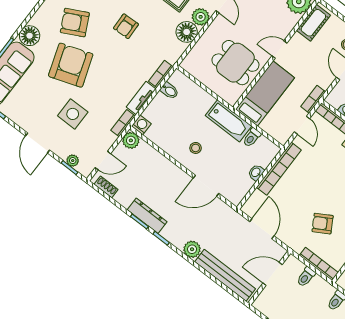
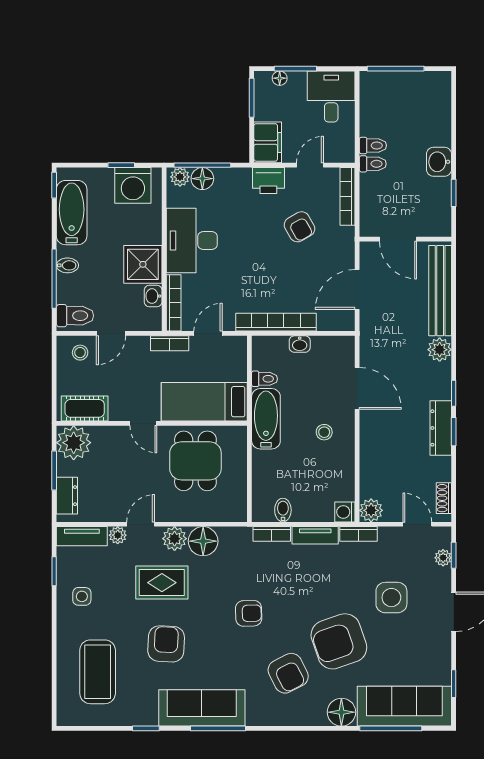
toilet: (306, 277) -> (373, 164), moved

